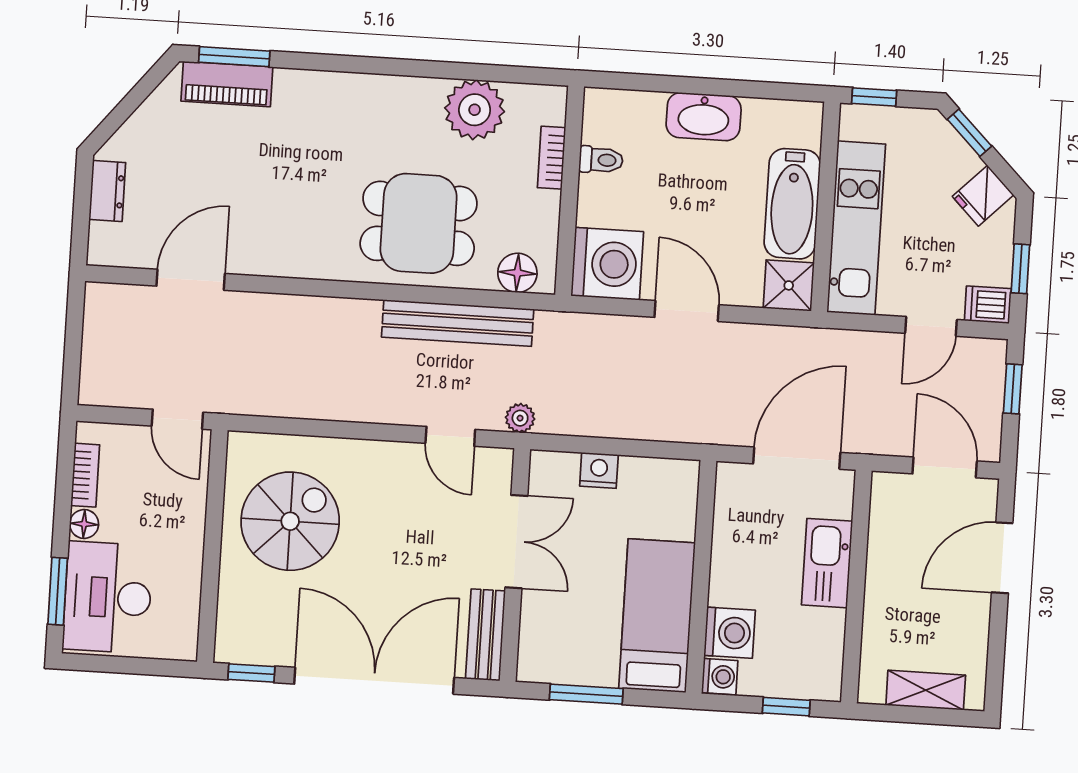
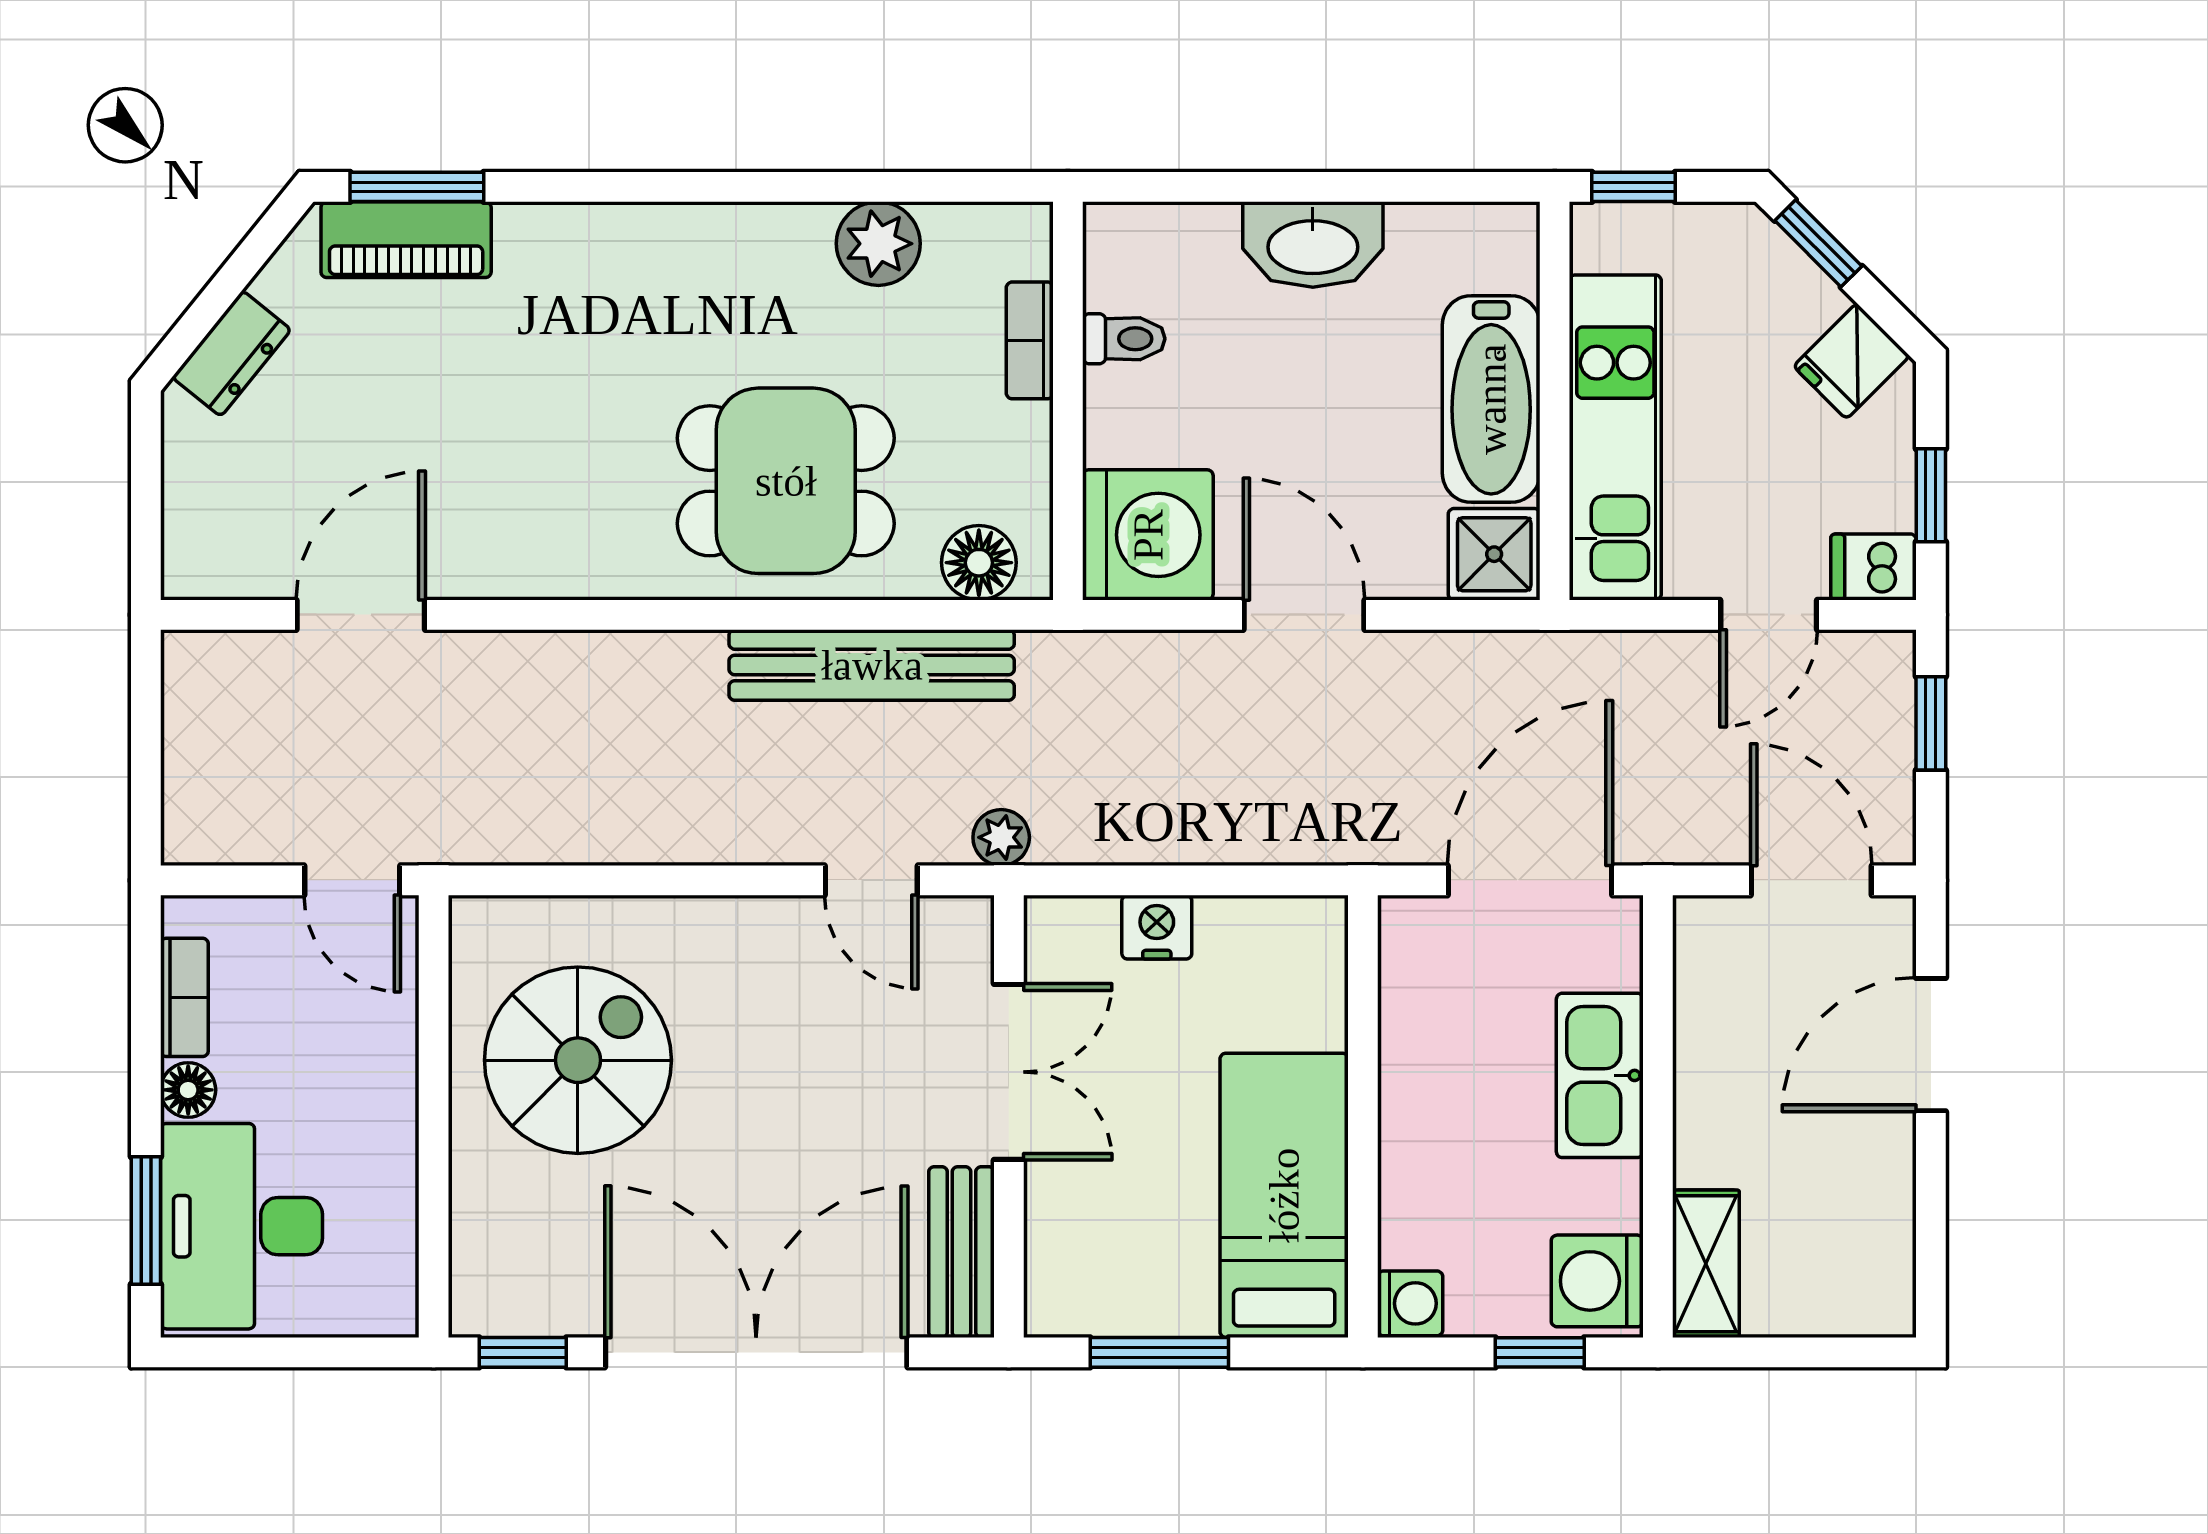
plant: (475, 110) -> (878, 244), width x0.73, depth x0.73
dresser: (107, 191) -> (232, 353), moved, turned 39
washing machine: (730, 633) -> (1597, 1281), moved, turned 180
shelving: (926, 690) -> (1706, 1264), moved, turned 90

